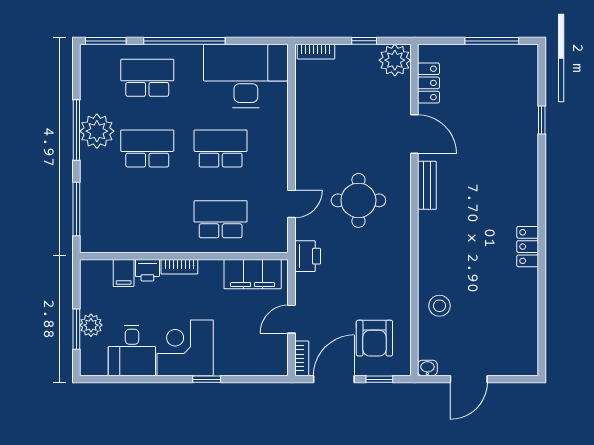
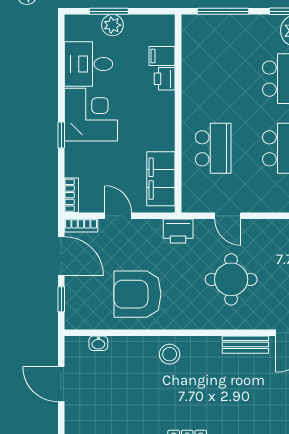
bookcase: (179, 267) -> (71, 195), moved, turned 180
stool: (439, 306) -> (170, 354), moved
armchair: (374, 338) -> (137, 294), moved, width x1.36, depth x1.36
washbasin: (427, 368) -> (98, 343), moved, turned 90

